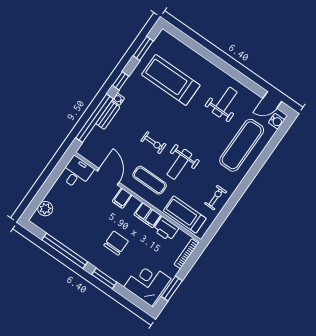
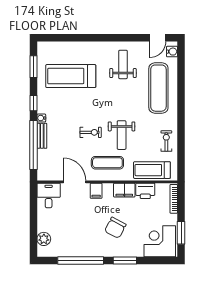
chair: (116, 243) -> (115, 228), turned -152

